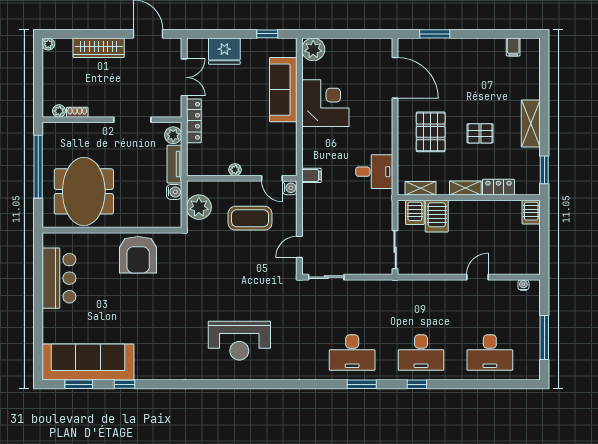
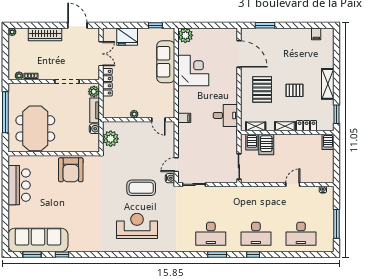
water cooler: (290, 188) -> (170, 178), moved
coffee table: (250, 218) -> (141, 188), moved
reception desk: (239, 341) -> (137, 226), turned 180

